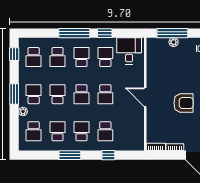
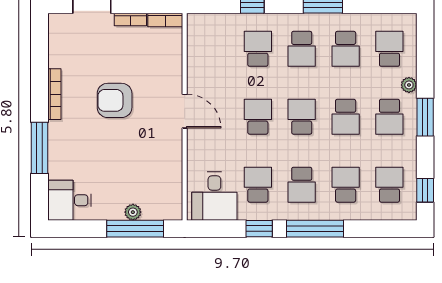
school desk: (105, 57) -> (258, 185), turned 180

